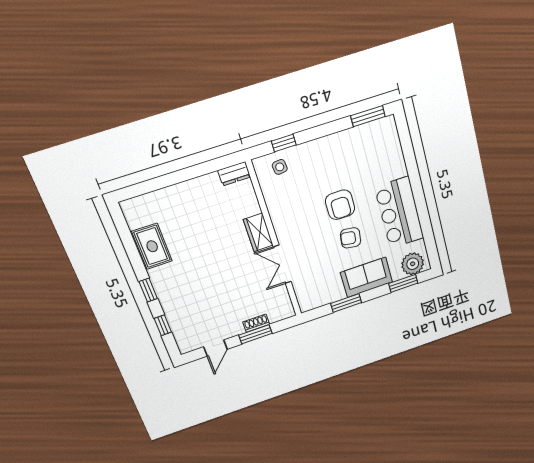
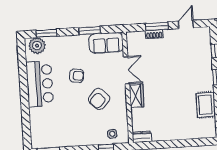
armchair: (340, 205) -> (99, 99), moved, turned -138
sofa: (366, 277) -> (106, 43), moved

